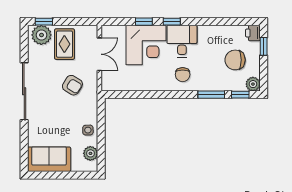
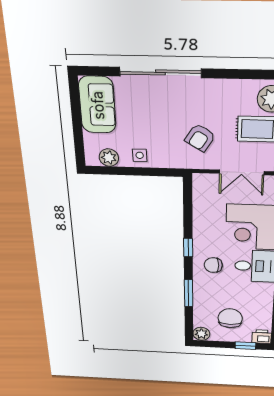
sliding door: (24, 91) -> (160, 72), moved
window: (240, 95) -> (188, 248), moved

